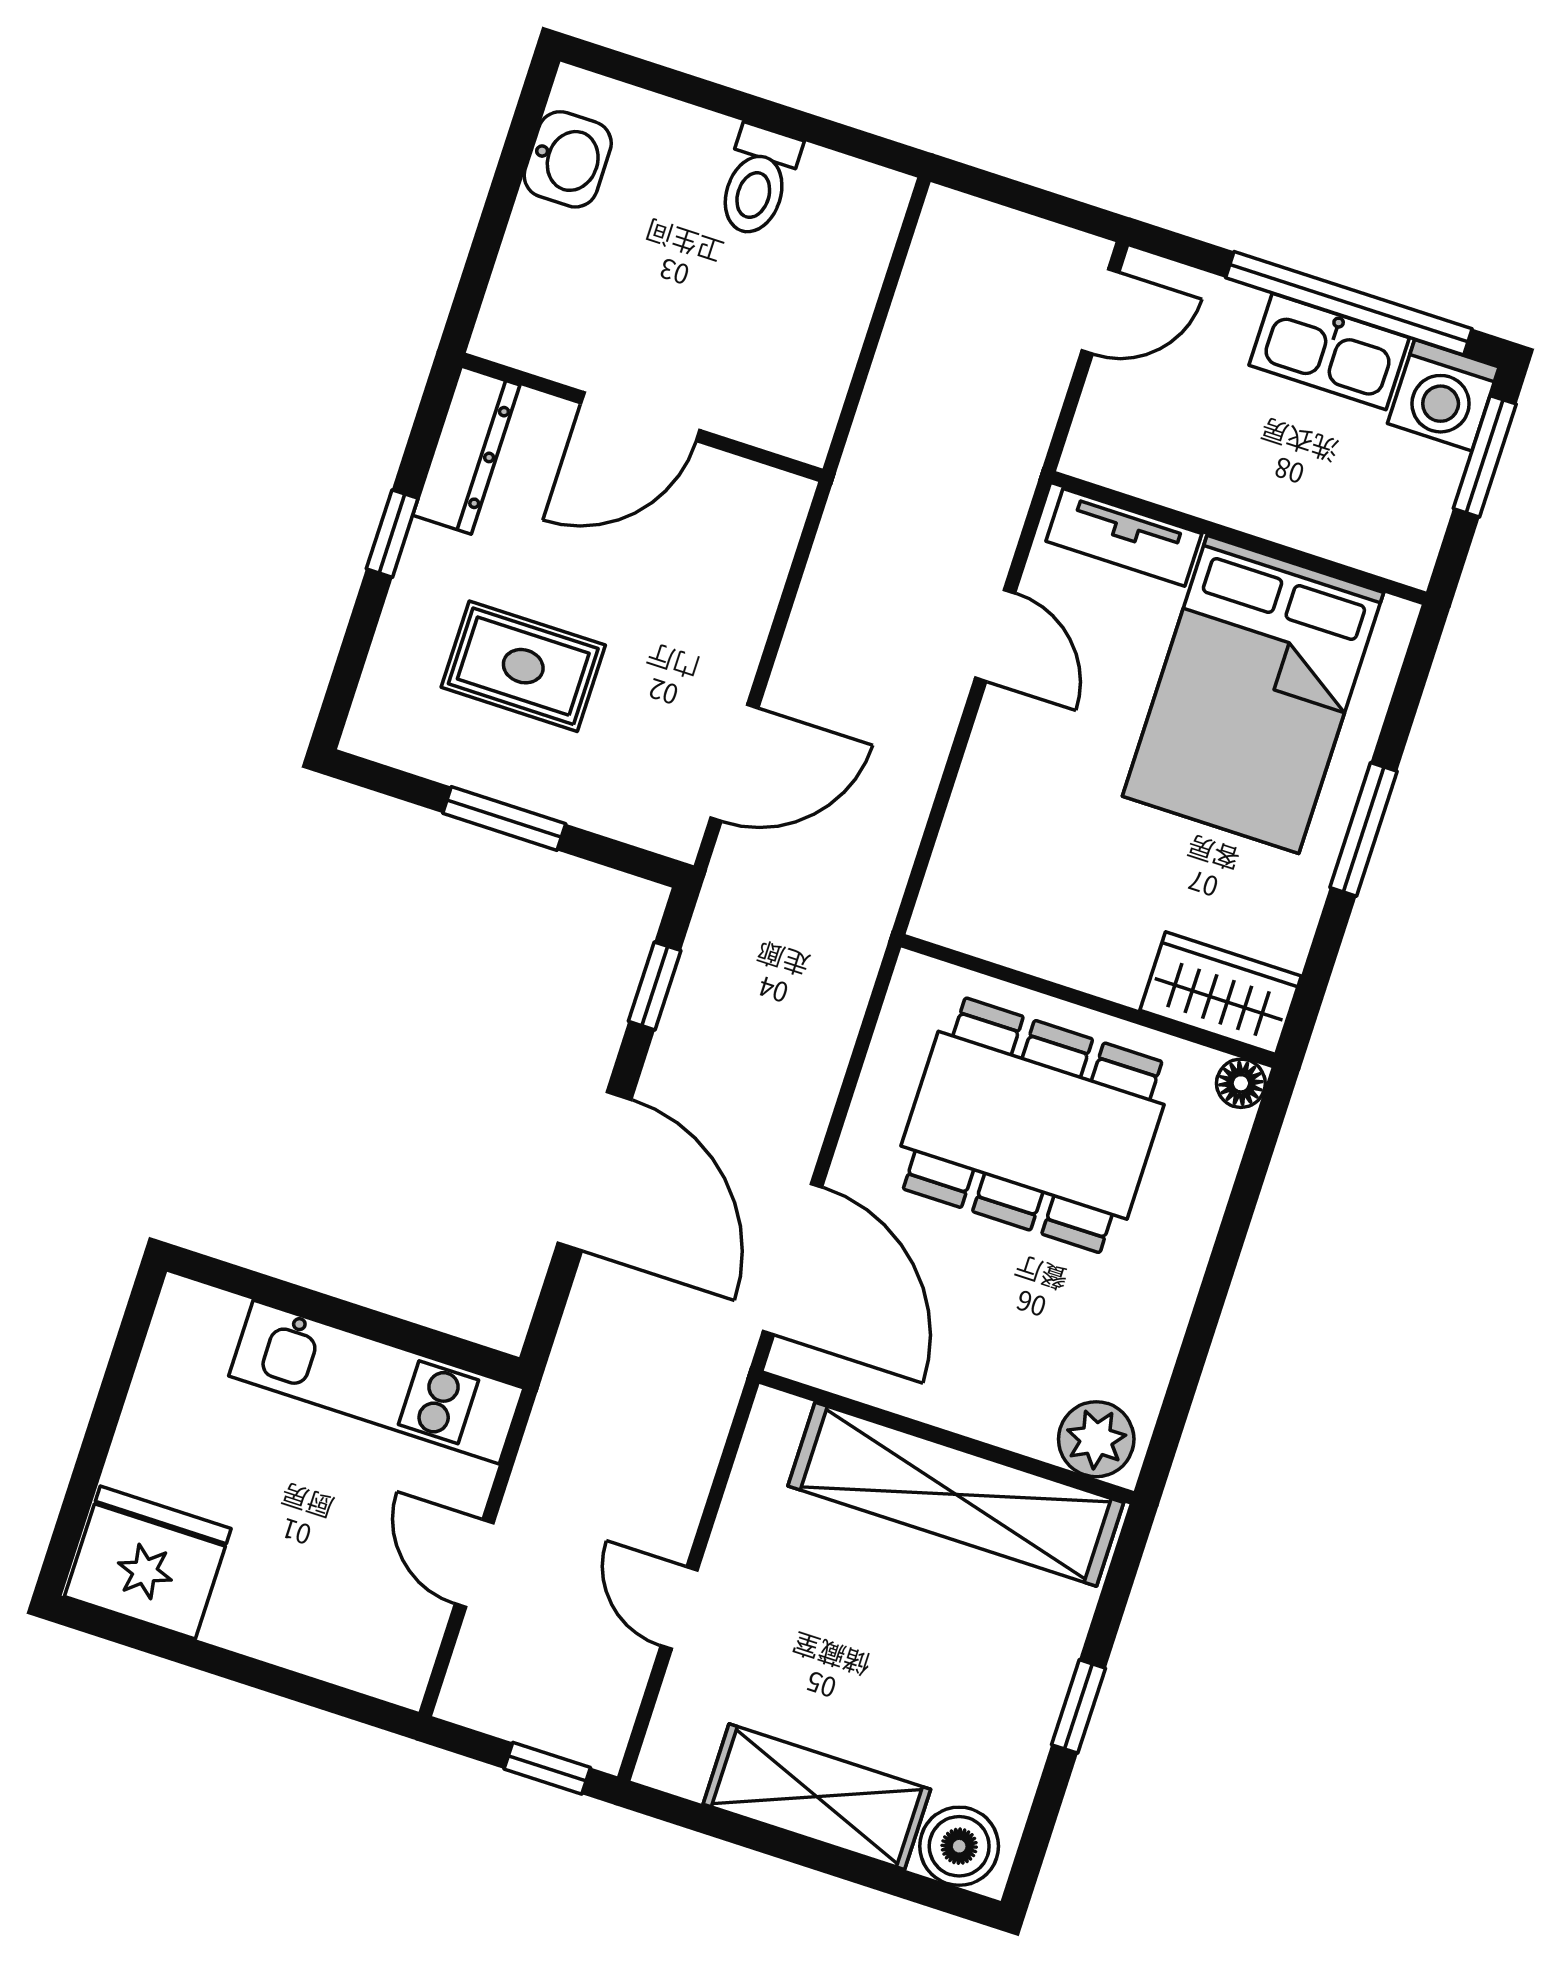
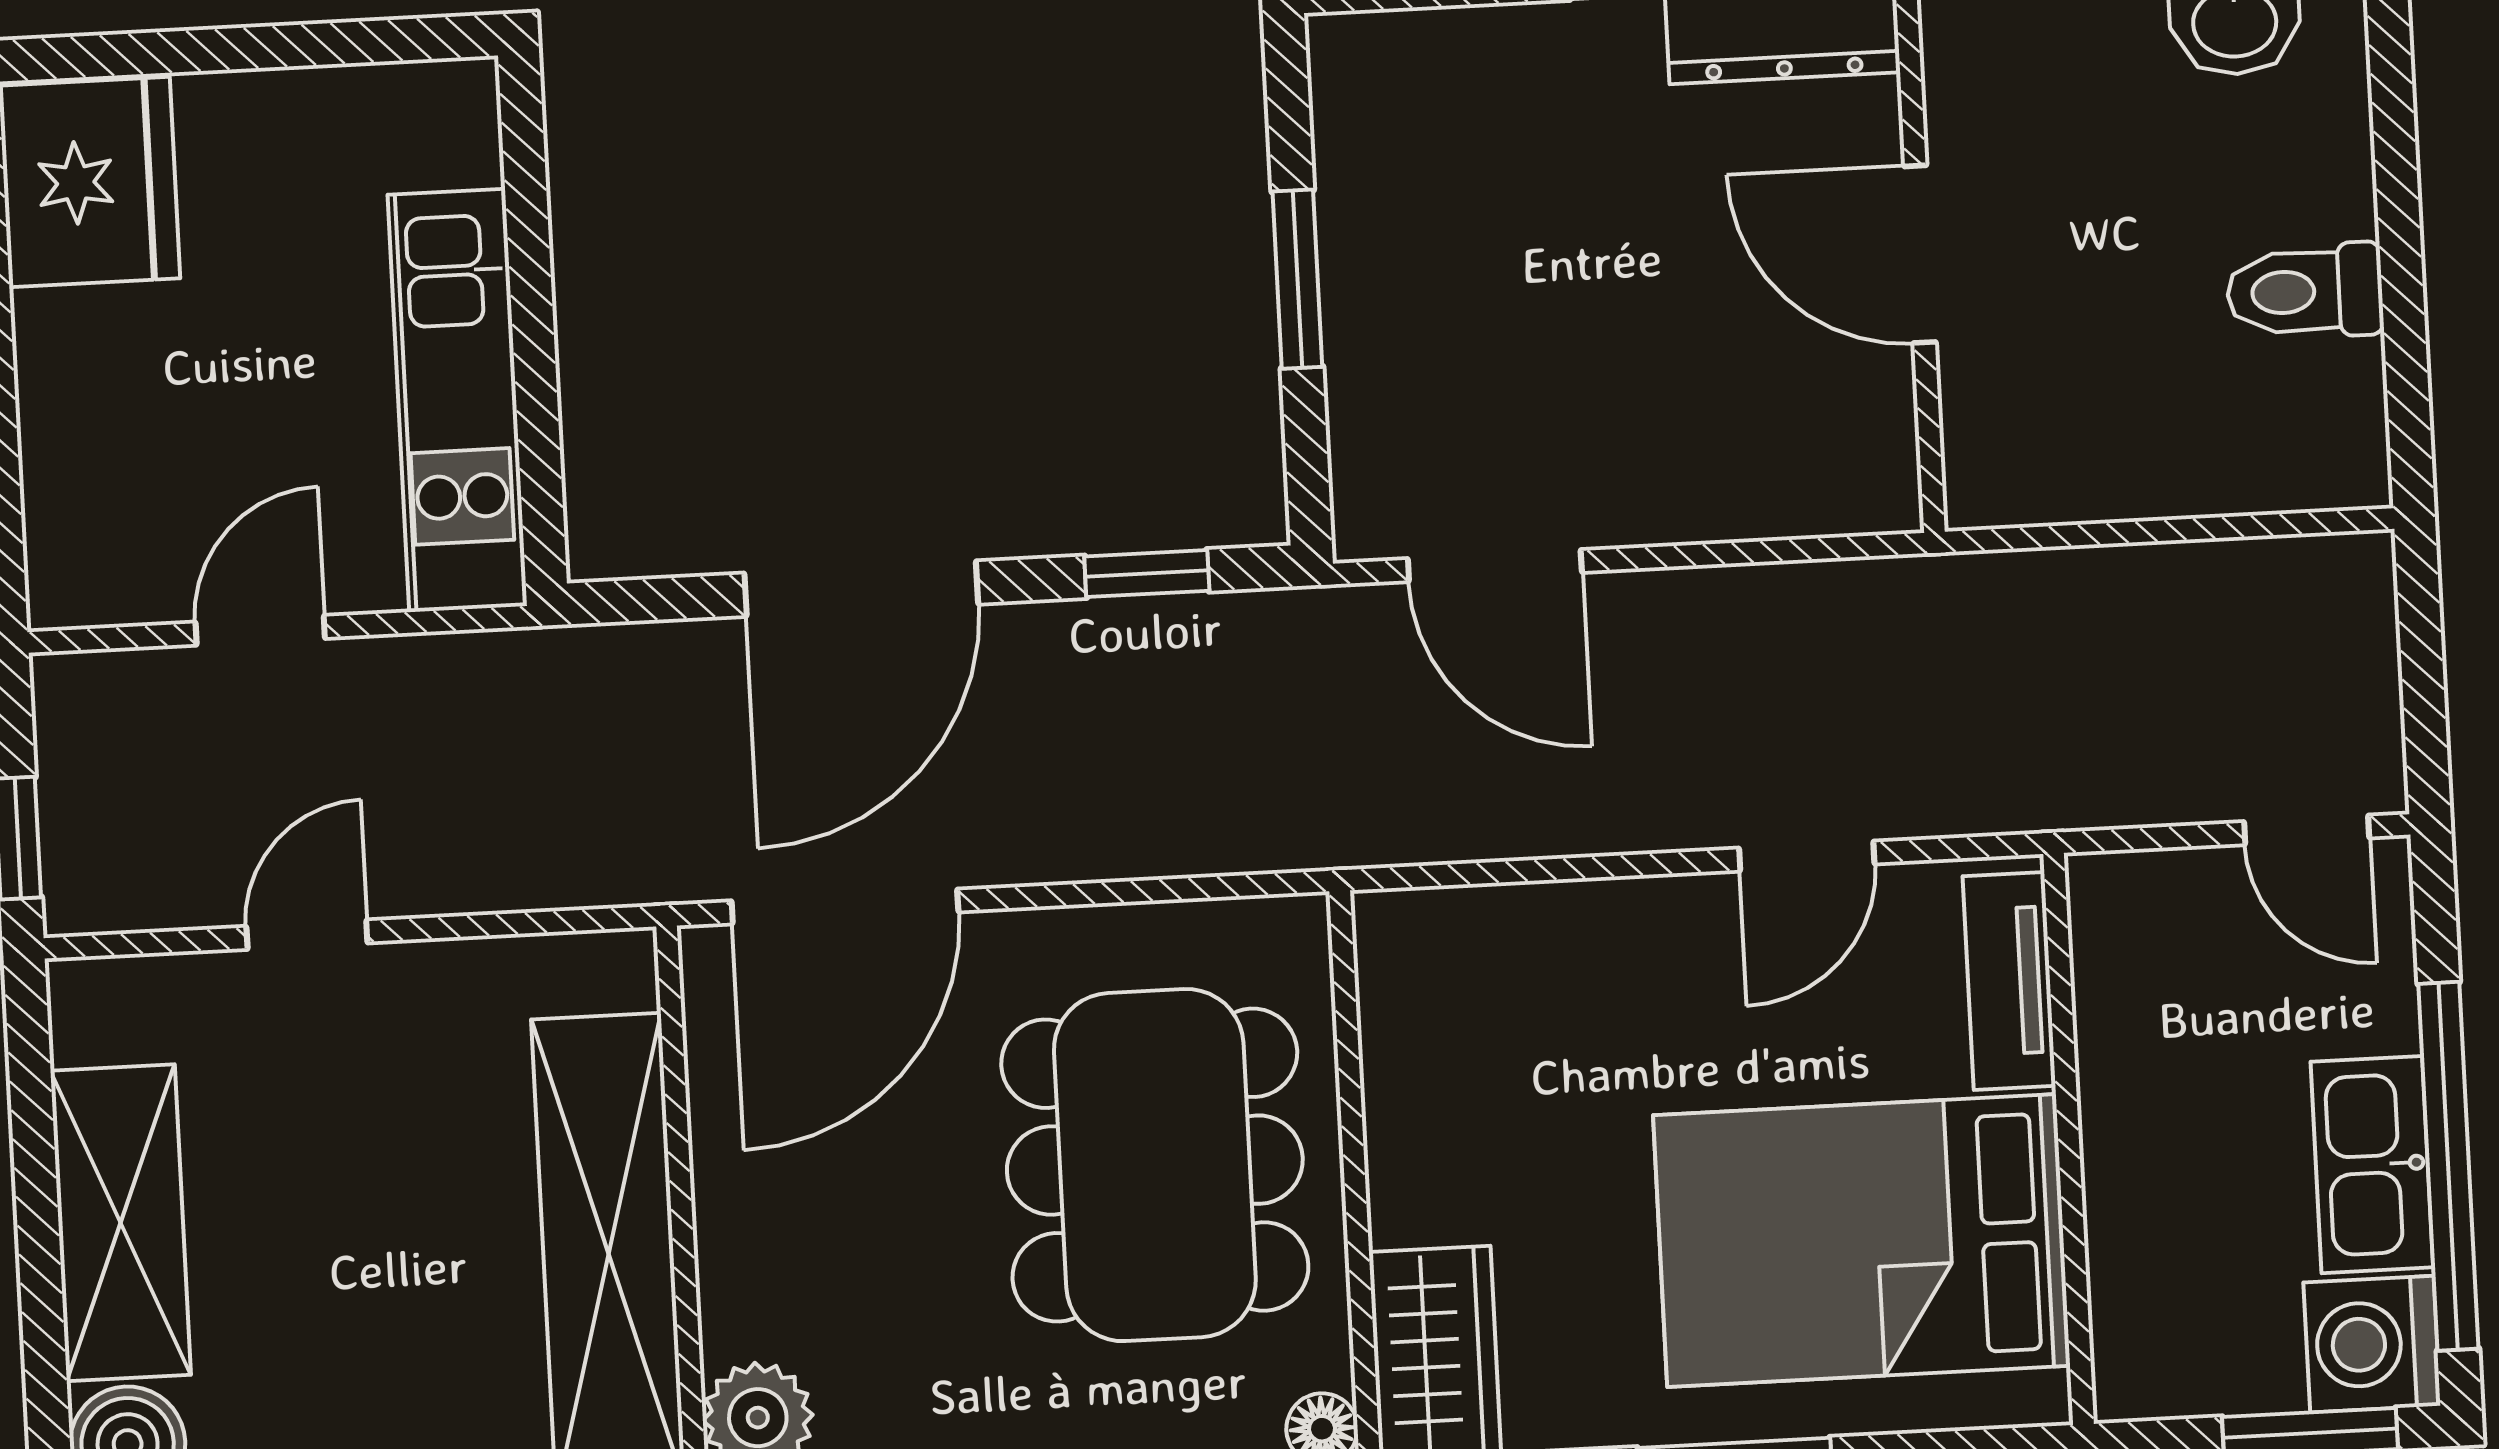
rug: (523, 666) -> (1516, 225), removed

